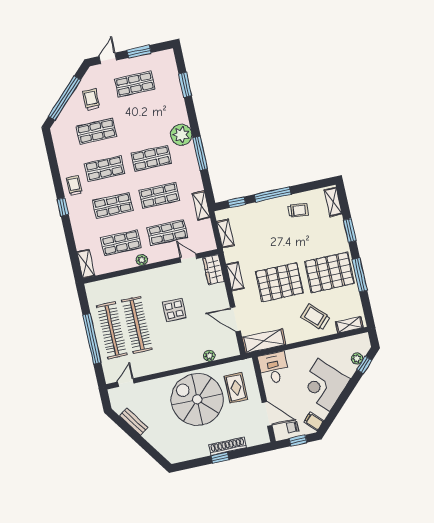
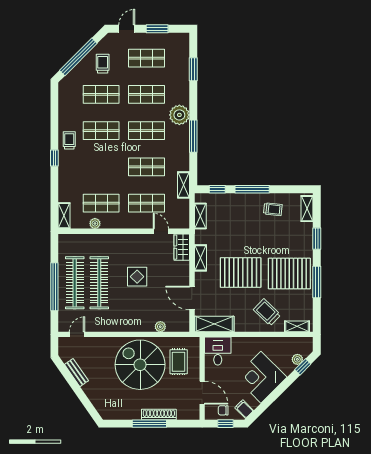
shop shelf: (113, 206) -> (147, 94), moved
plant: (142, 260) -> (95, 223), moved
window: (220, 458) -> (149, 424), width x2.17

